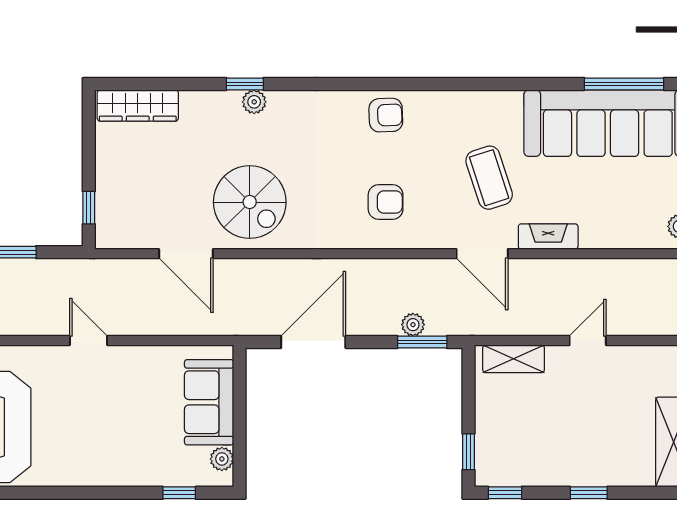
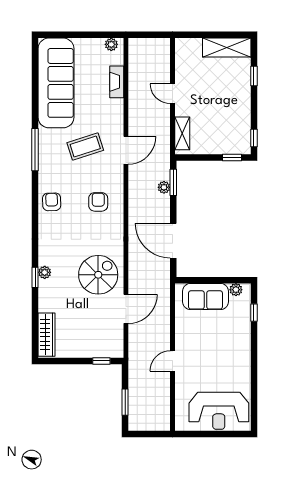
window: (624, 84) -> (35, 150), moved
fireplace: (548, 237) -> (117, 82), moved
window: (589, 493) -> (254, 76), moved

